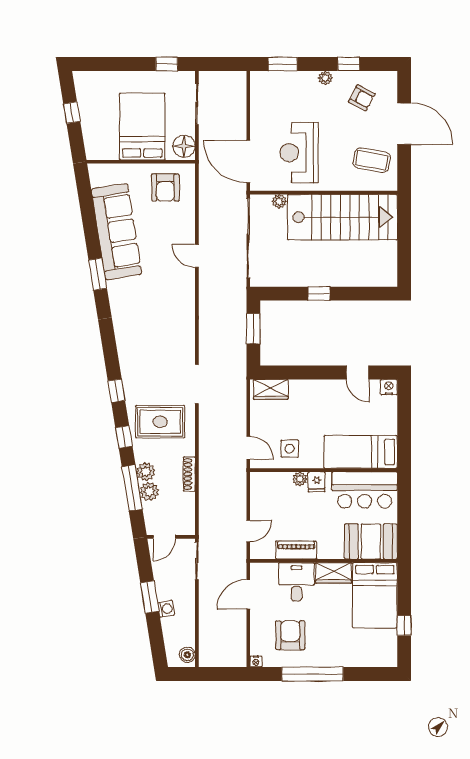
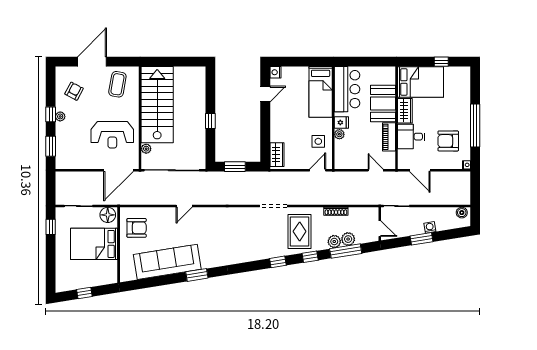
window: (349, 64) -> (51, 114), moved
booth: (371, 541) -> (383, 103), moved

